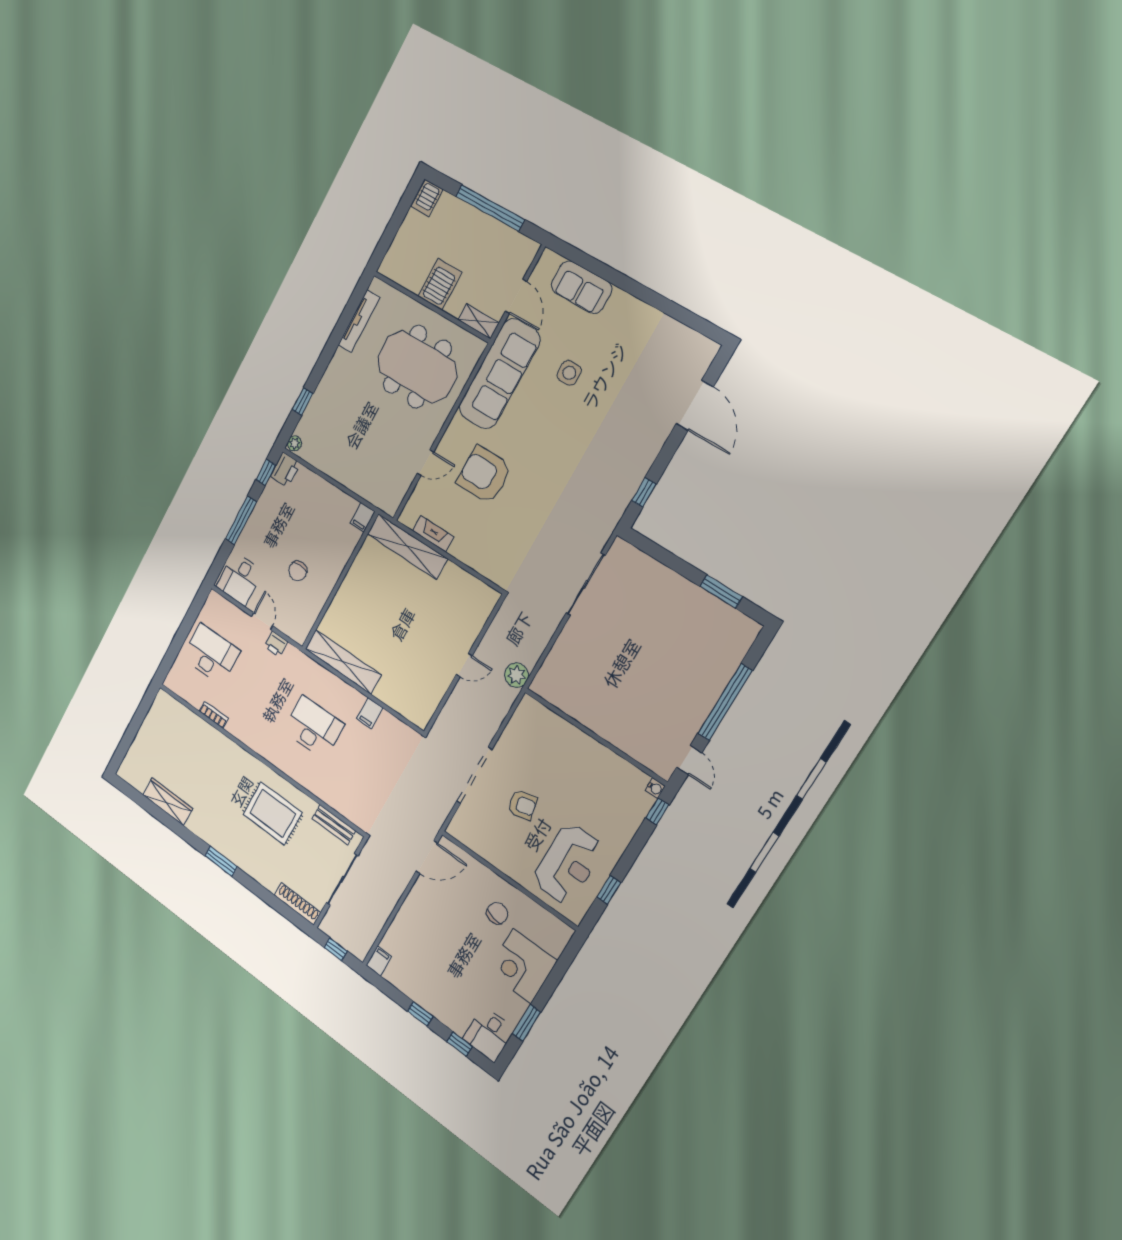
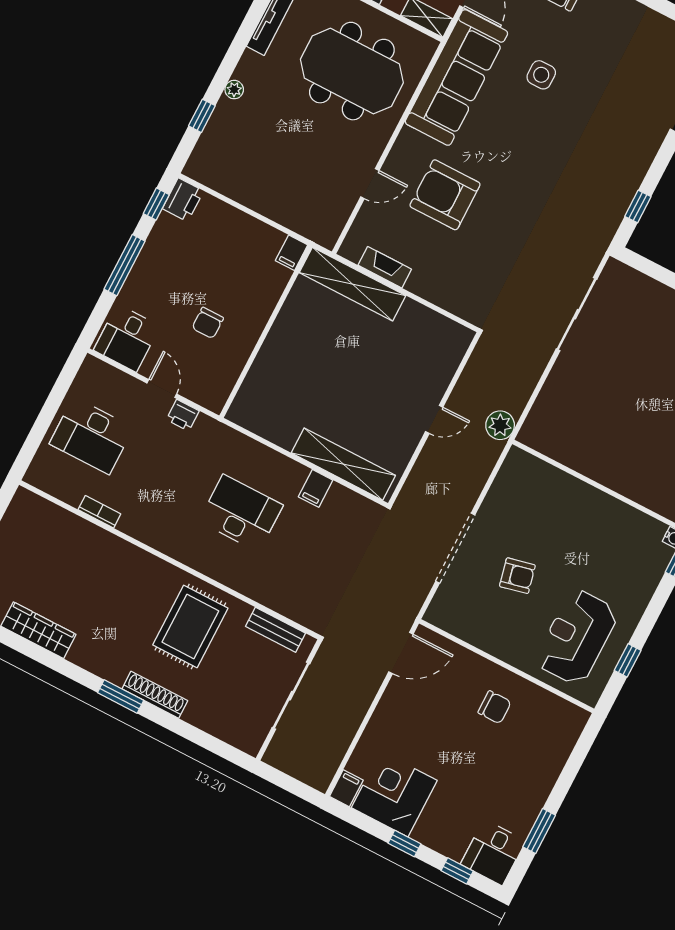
plant: (295, 443) -> (234, 90), moved
desk: (211, 654) -> (91, 436), turned 180
shelving: (343, 662) -> (343, 464), moved
rug: (272, 813) -> (190, 627), turned 90
reception desk: (568, 864) -> (577, 637), turned 180
shoe rack: (298, 904) -> (155, 695), moved
chair: (497, 913) -> (495, 707), turned 78
window: (336, 949) -> (288, 783), removed
corner desk: (522, 966) -> (394, 794), moved, turned 90

